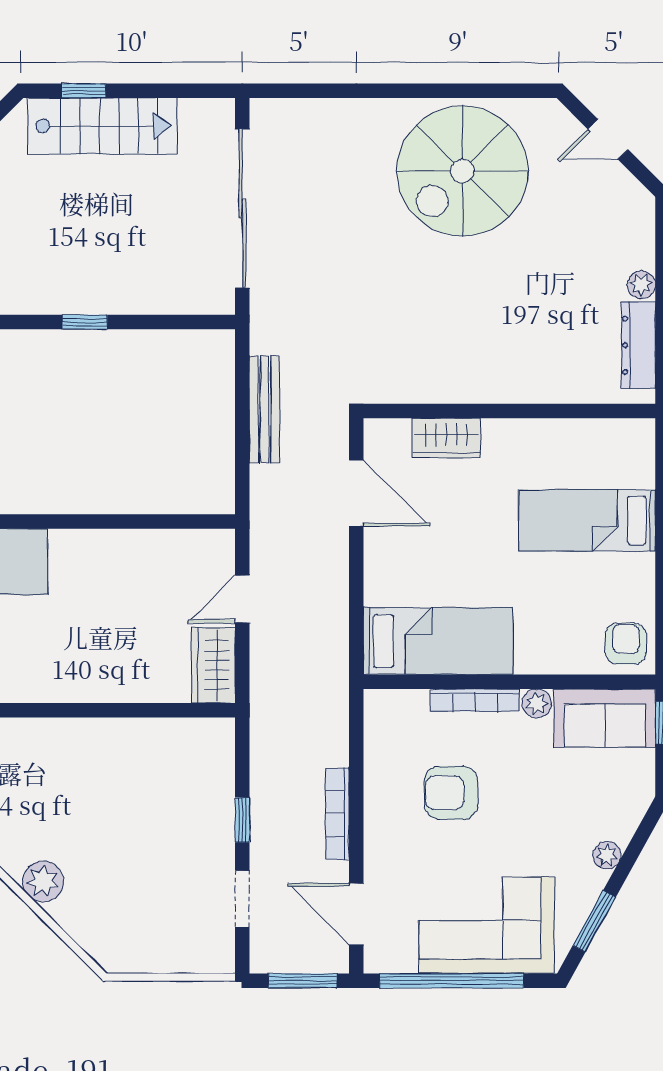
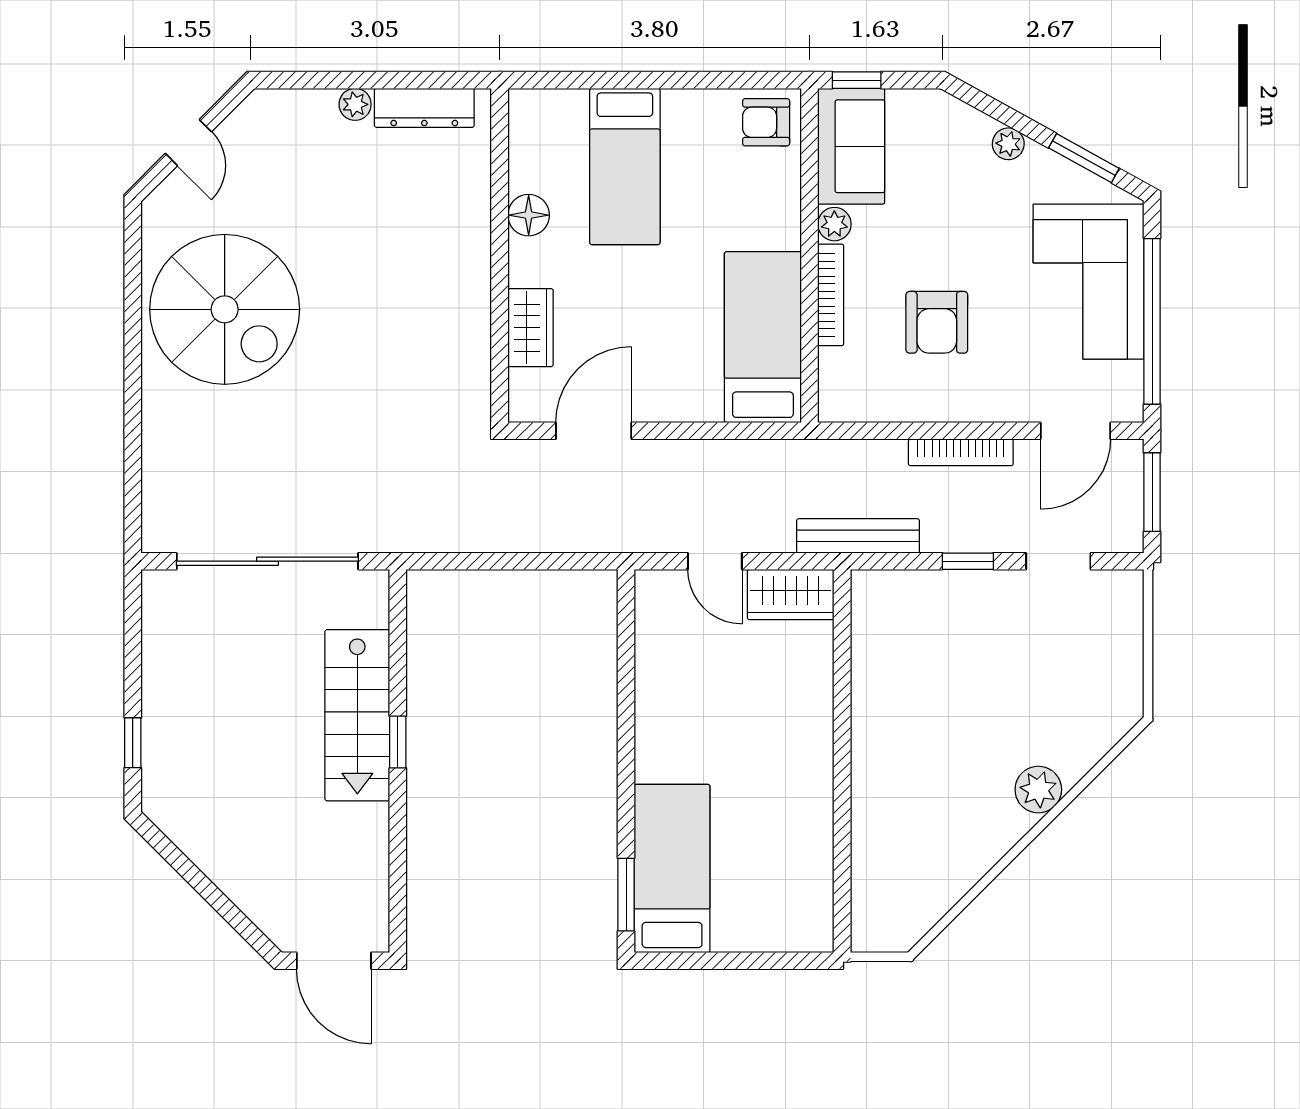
stairs: (102, 126) -> (357, 715), moved, turned 180
bench: (264, 409) -> (858, 536), moved
floor lamp: (545, 436) -> (529, 215), added

